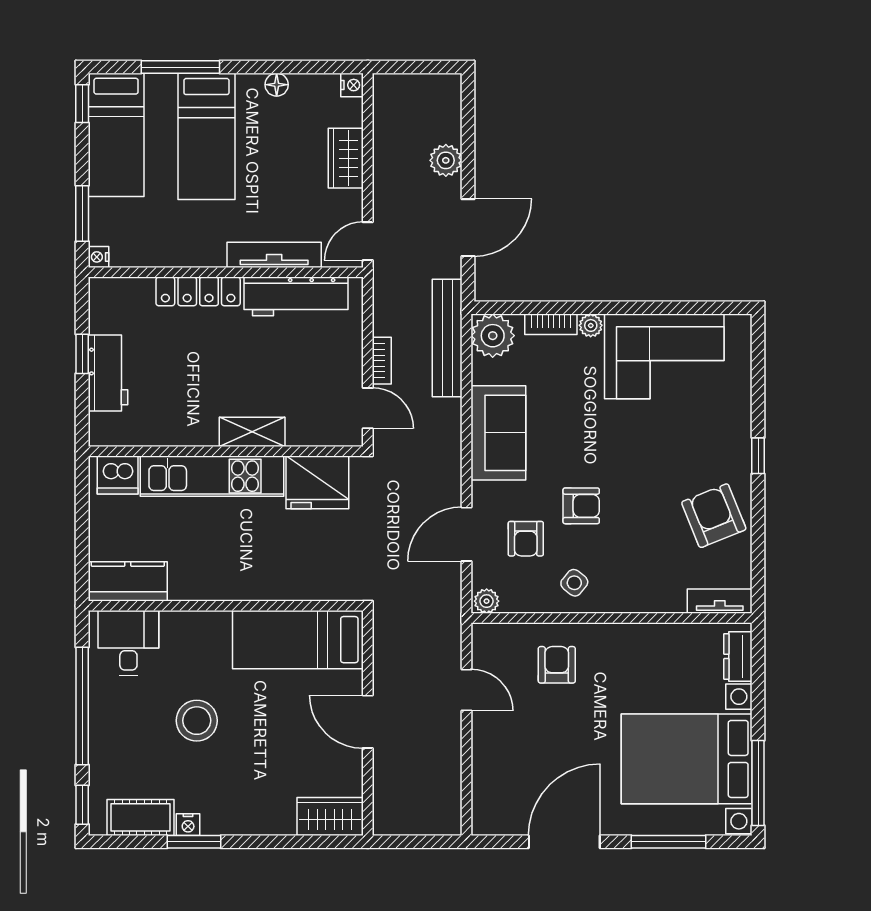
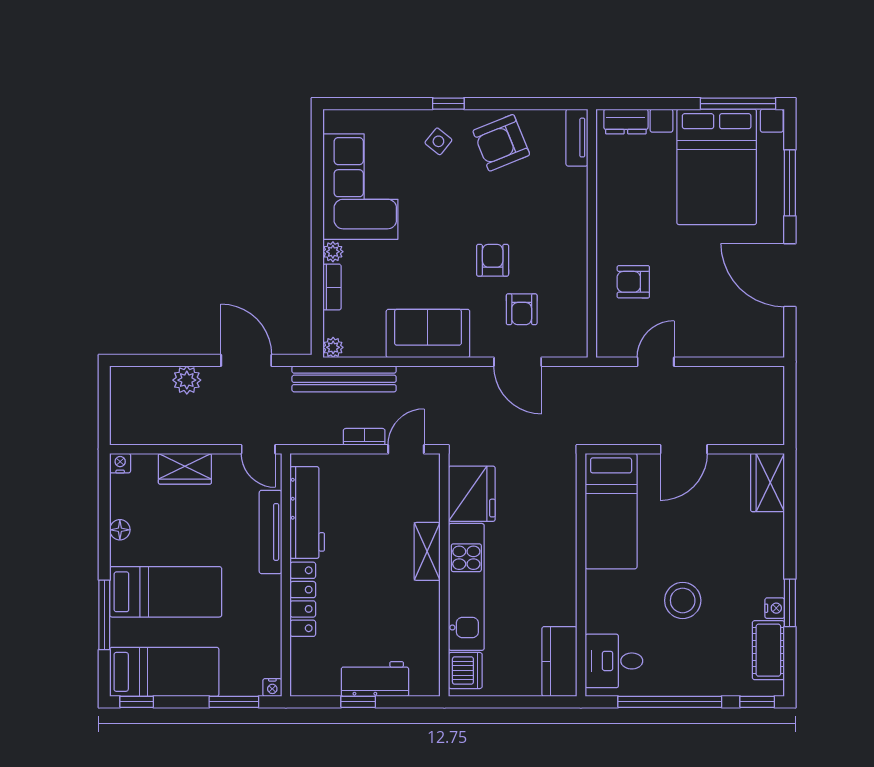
plant: (493, 336) -> (333, 347), width x0.53, depth x0.53
armchair: (526, 539) -> (522, 309), turned 90
side table: (574, 583) -> (438, 141), moved
plant: (487, 601) -> (577, 344), removed

